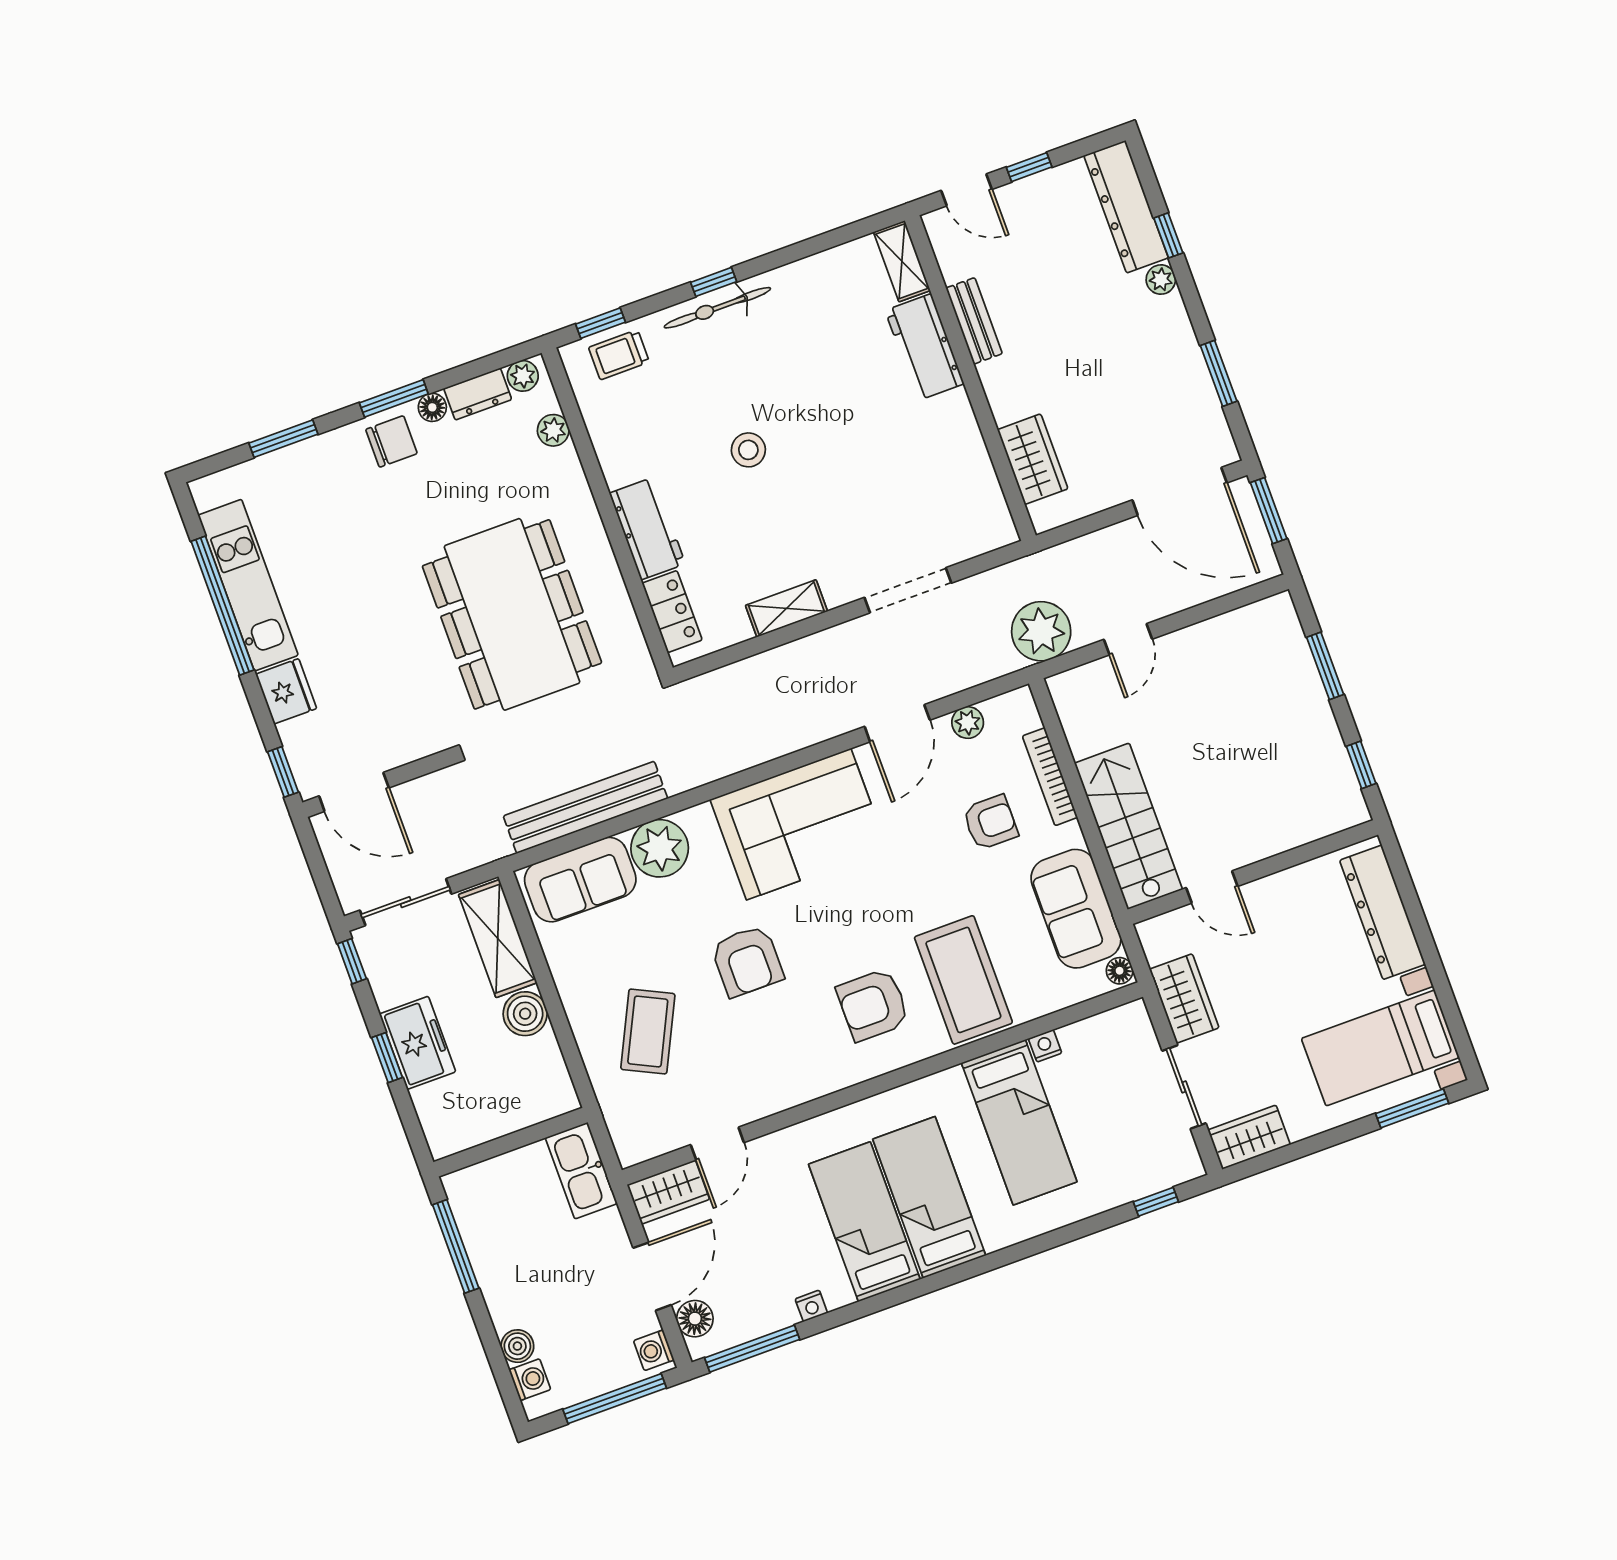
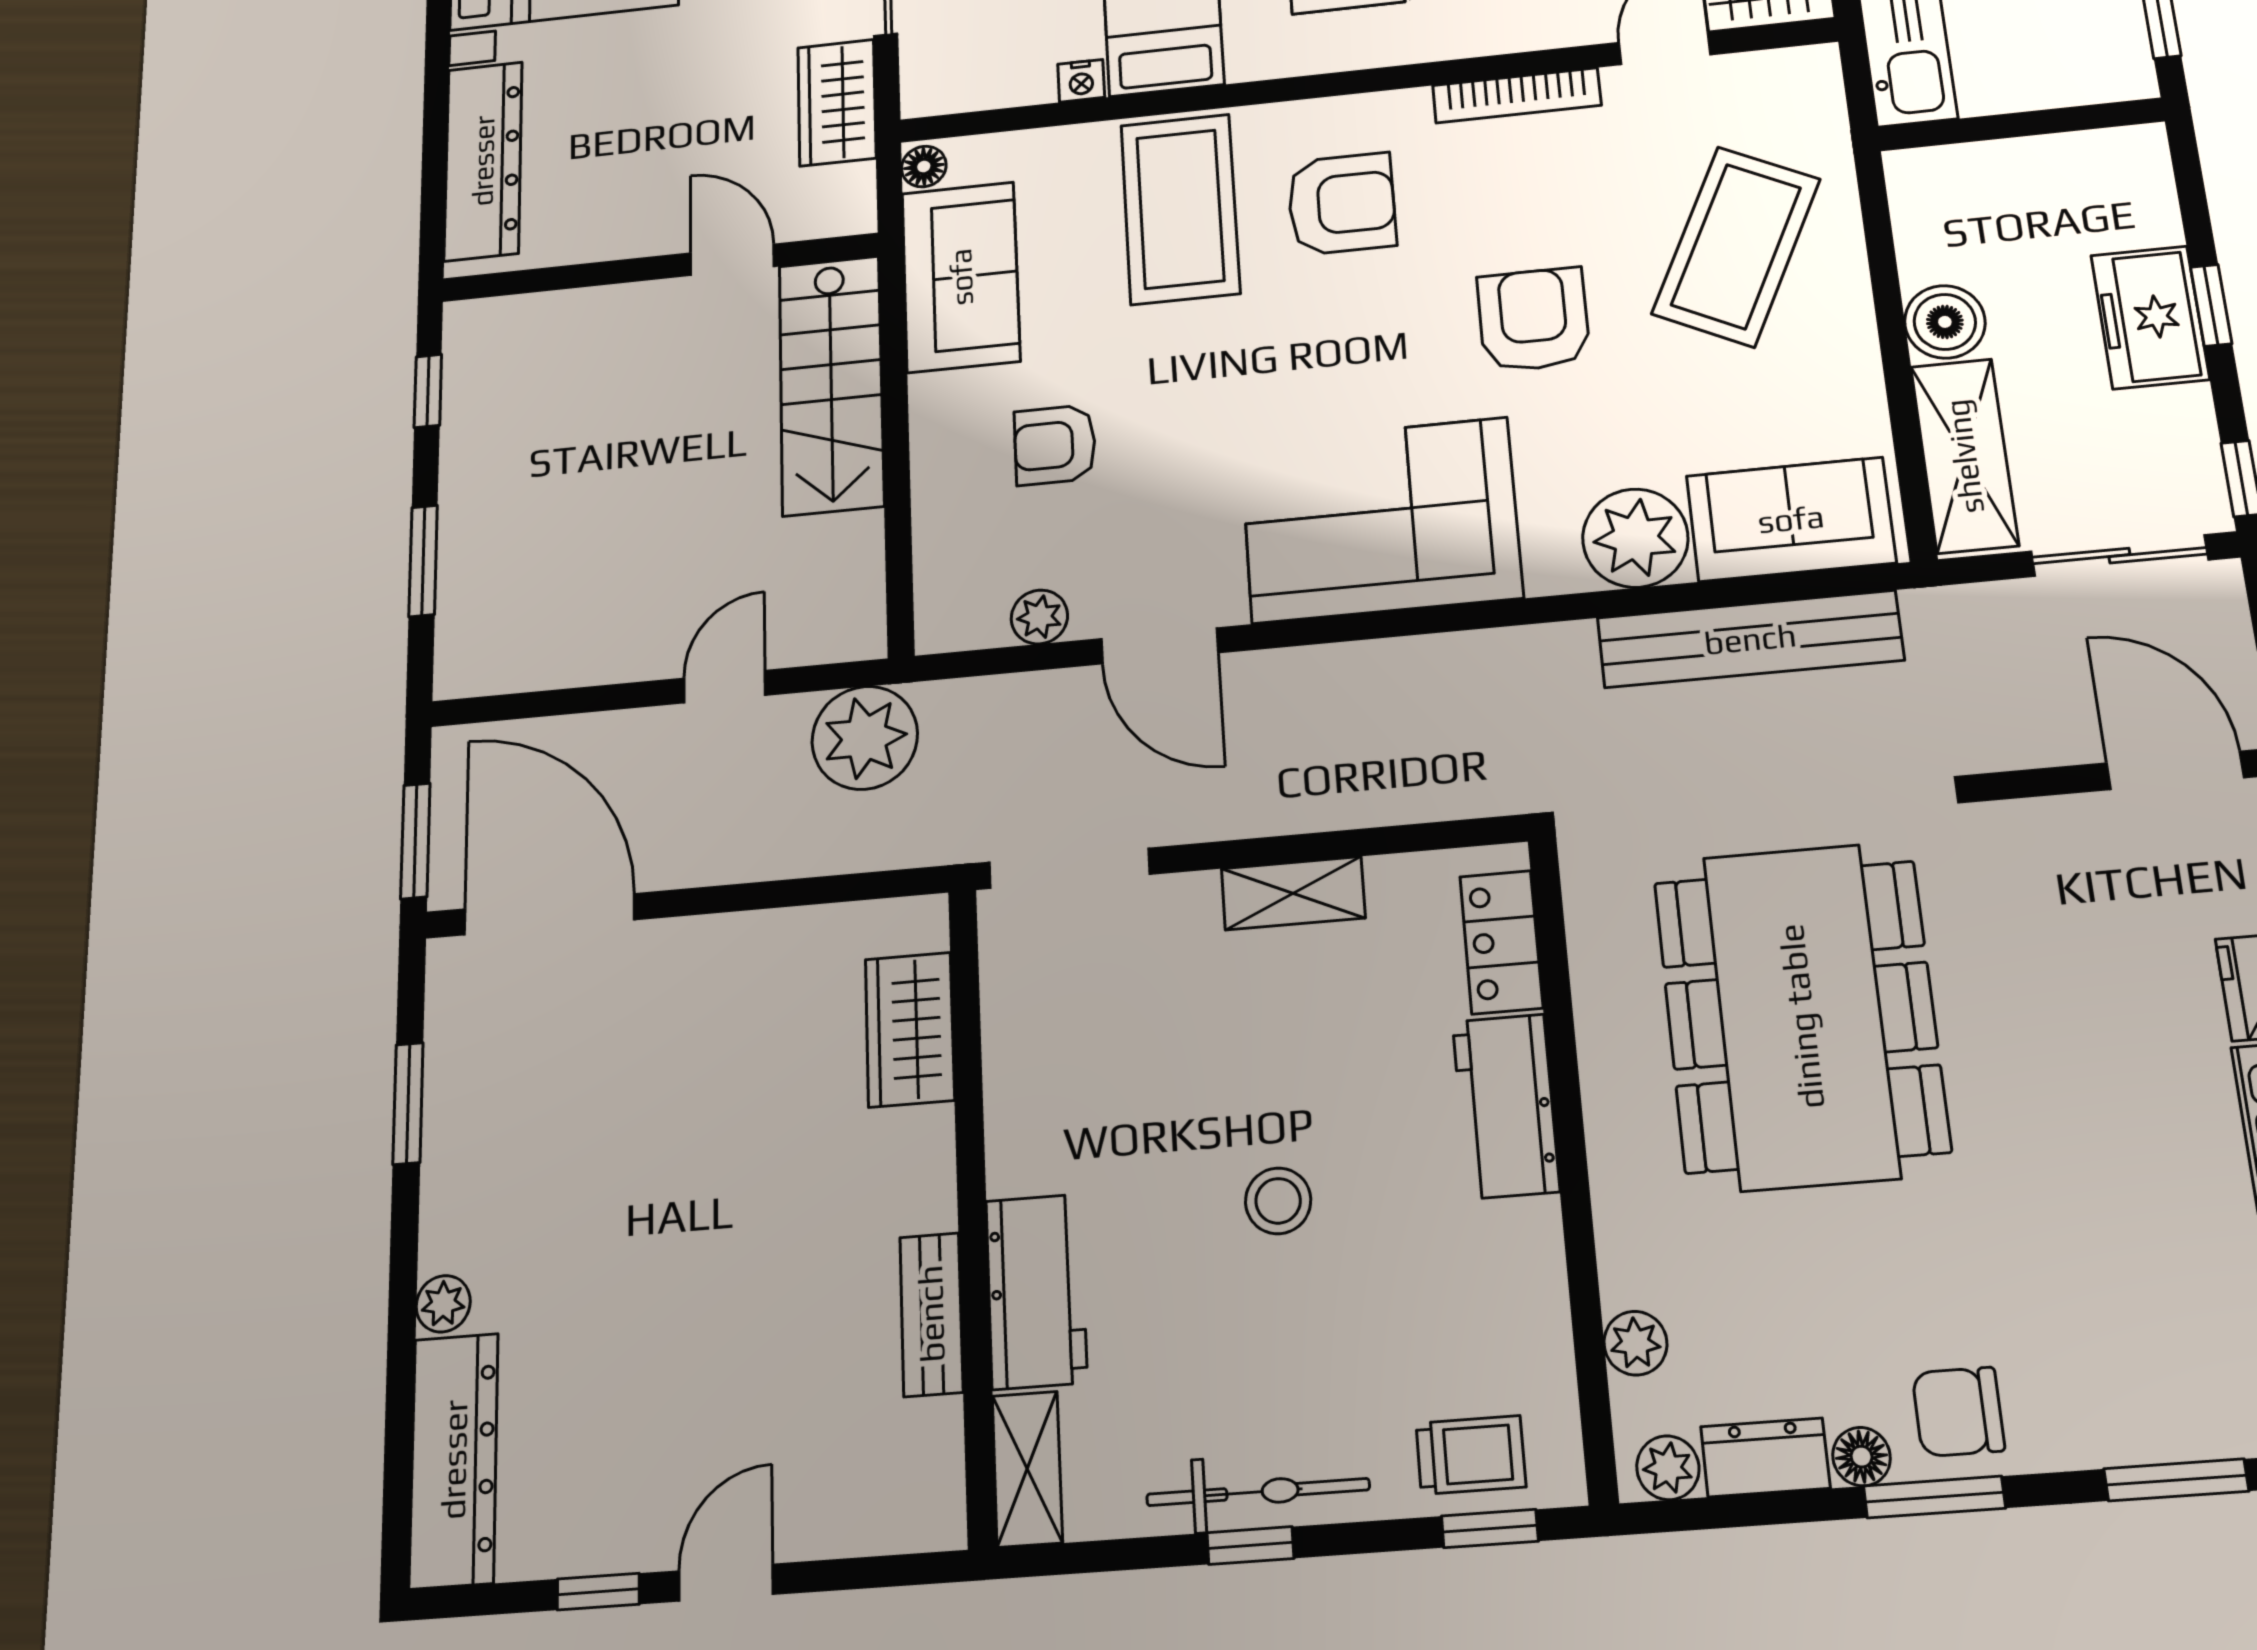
door: (967, 190) -> (726, 1583), hinge flipped
window: (1168, 235) -> (400, 1382), removed
shelving: (902, 261) -> (1027, 1469), moved
bench: (974, 321) -> (931, 1314), moved
workbench: (925, 347) -> (1036, 1291), moved
wall: (970, 378) -> (972, 1209), moved
wardrobe: (1033, 459) -> (910, 1029), moved
door: (897, 723) -> (1160, 646), swing flipped
bookcase: (1050, 777) -> (1517, 95), moved, turned 90
coffee table: (648, 1031) -> (1736, 246), width x1.36, depth x1.32

